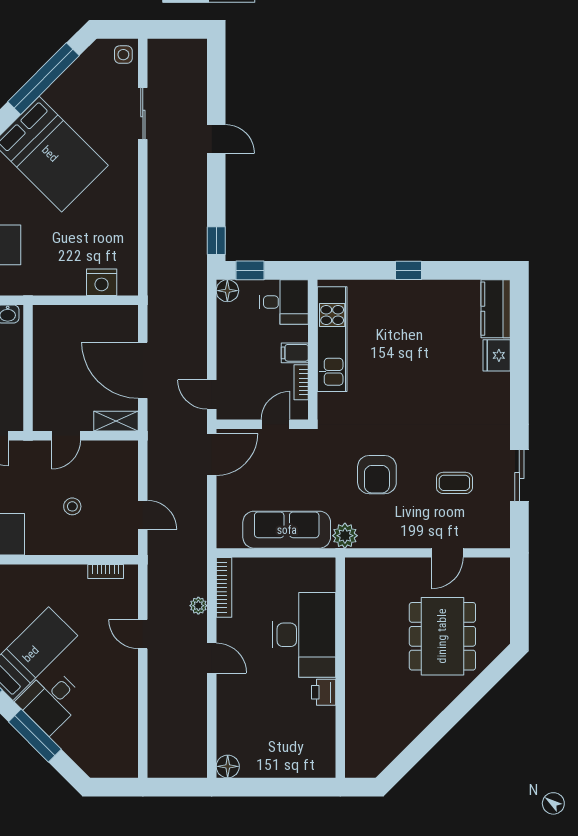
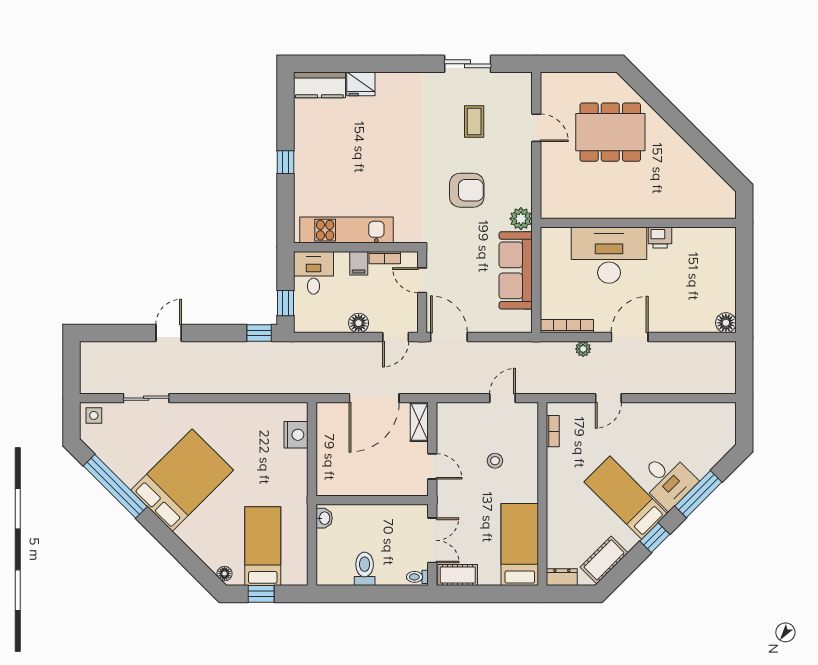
floor lamp: (227, 291) -> (359, 323), moved
door: (212, 658) -> (630, 337), width x1.38

